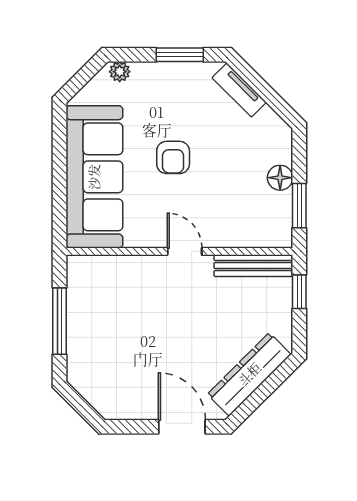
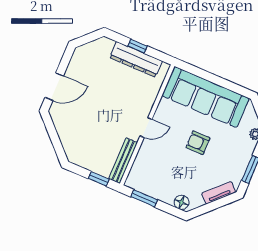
floor lamp: (280, 178) -> (182, 202), moved
window: (59, 321) -> (138, 46), width x0.46
dresser: (249, 374) -> (136, 59), moved, turned 135

